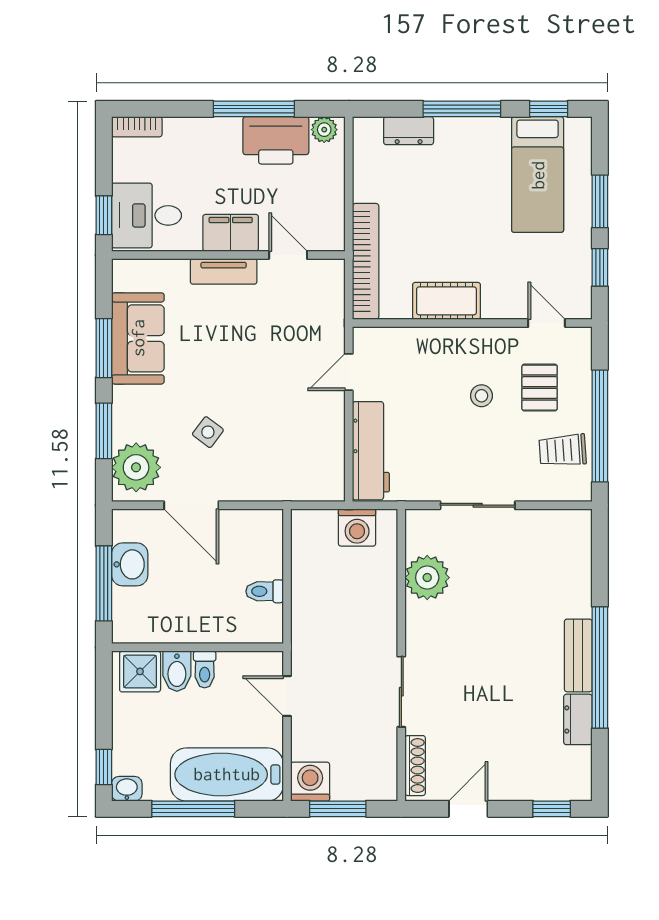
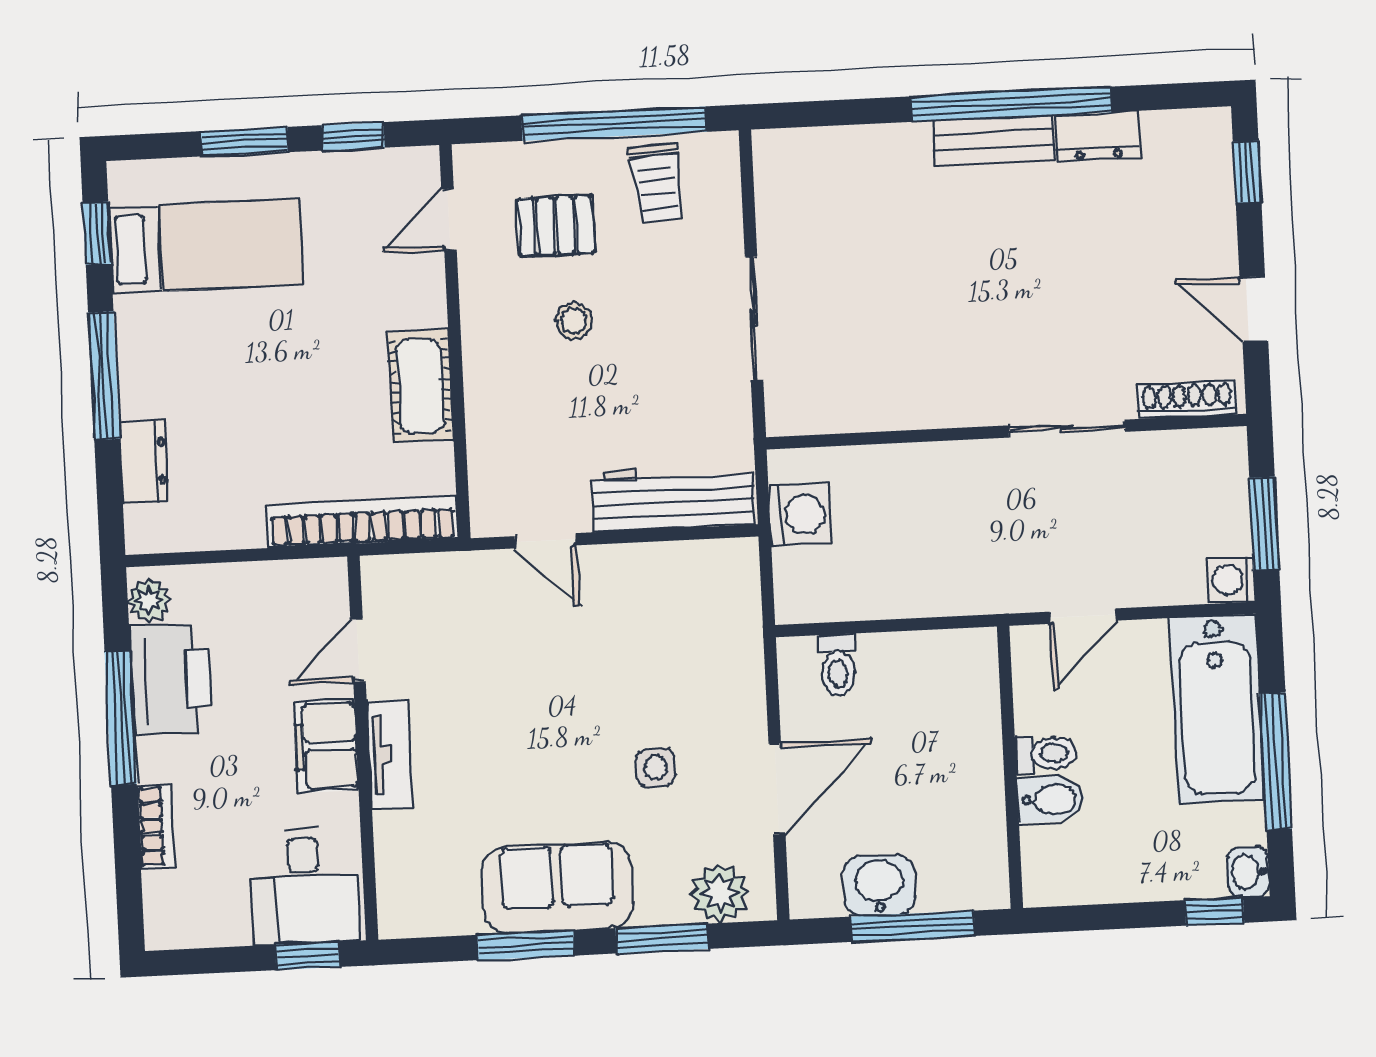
bookcase: (137, 127) -> (155, 827), moved
sofa: (138, 338) -> (558, 888), moved
side table: (208, 432) -> (655, 767), turned -37
plant: (136, 467) -> (720, 893), width x0.73, depth x0.73
plant: (427, 578) -> (877, 395), removed
toilet: (265, 591) -> (838, 665), moved
shower: (140, 671) -> (1054, 860), removed
washing machine: (310, 782) -> (1231, 580), width x0.73, depth x0.73

